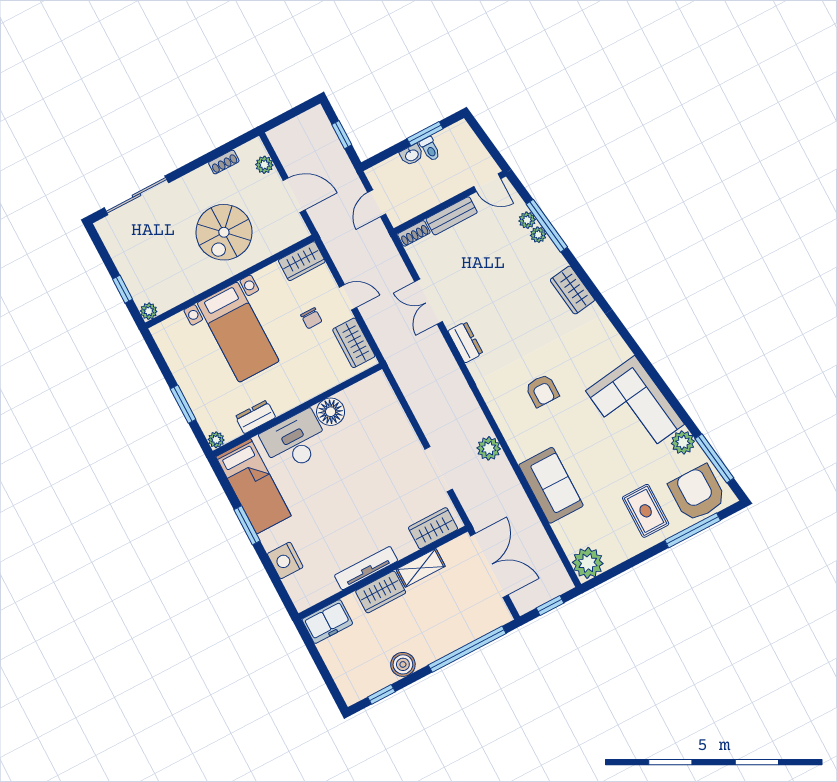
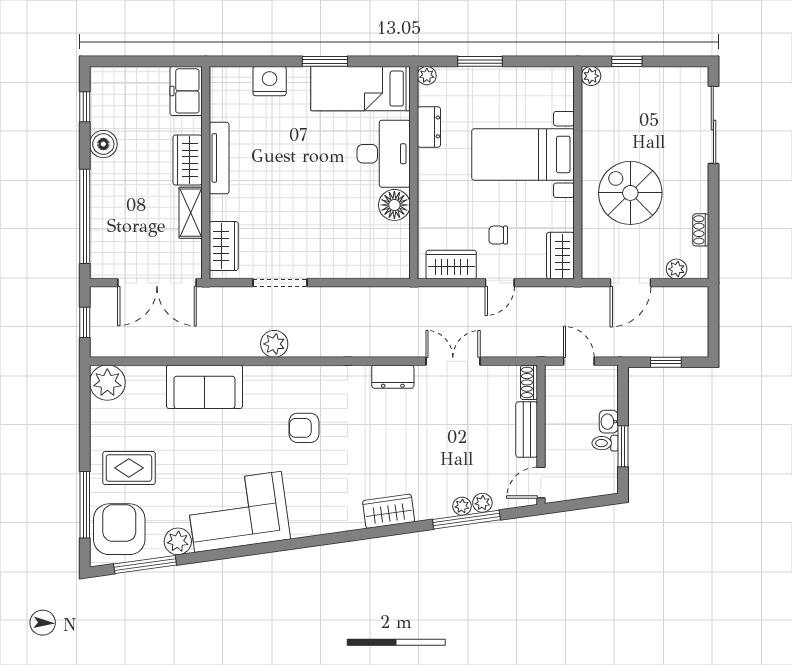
armchair: (697, 493) -> (119, 529), turned -90

